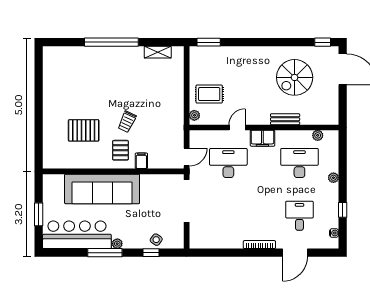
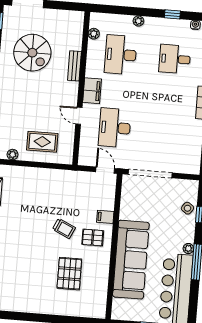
rug: (209, 94) -> (42, 142), turned 90
plant: (194, 115) -> (13, 155), moved

